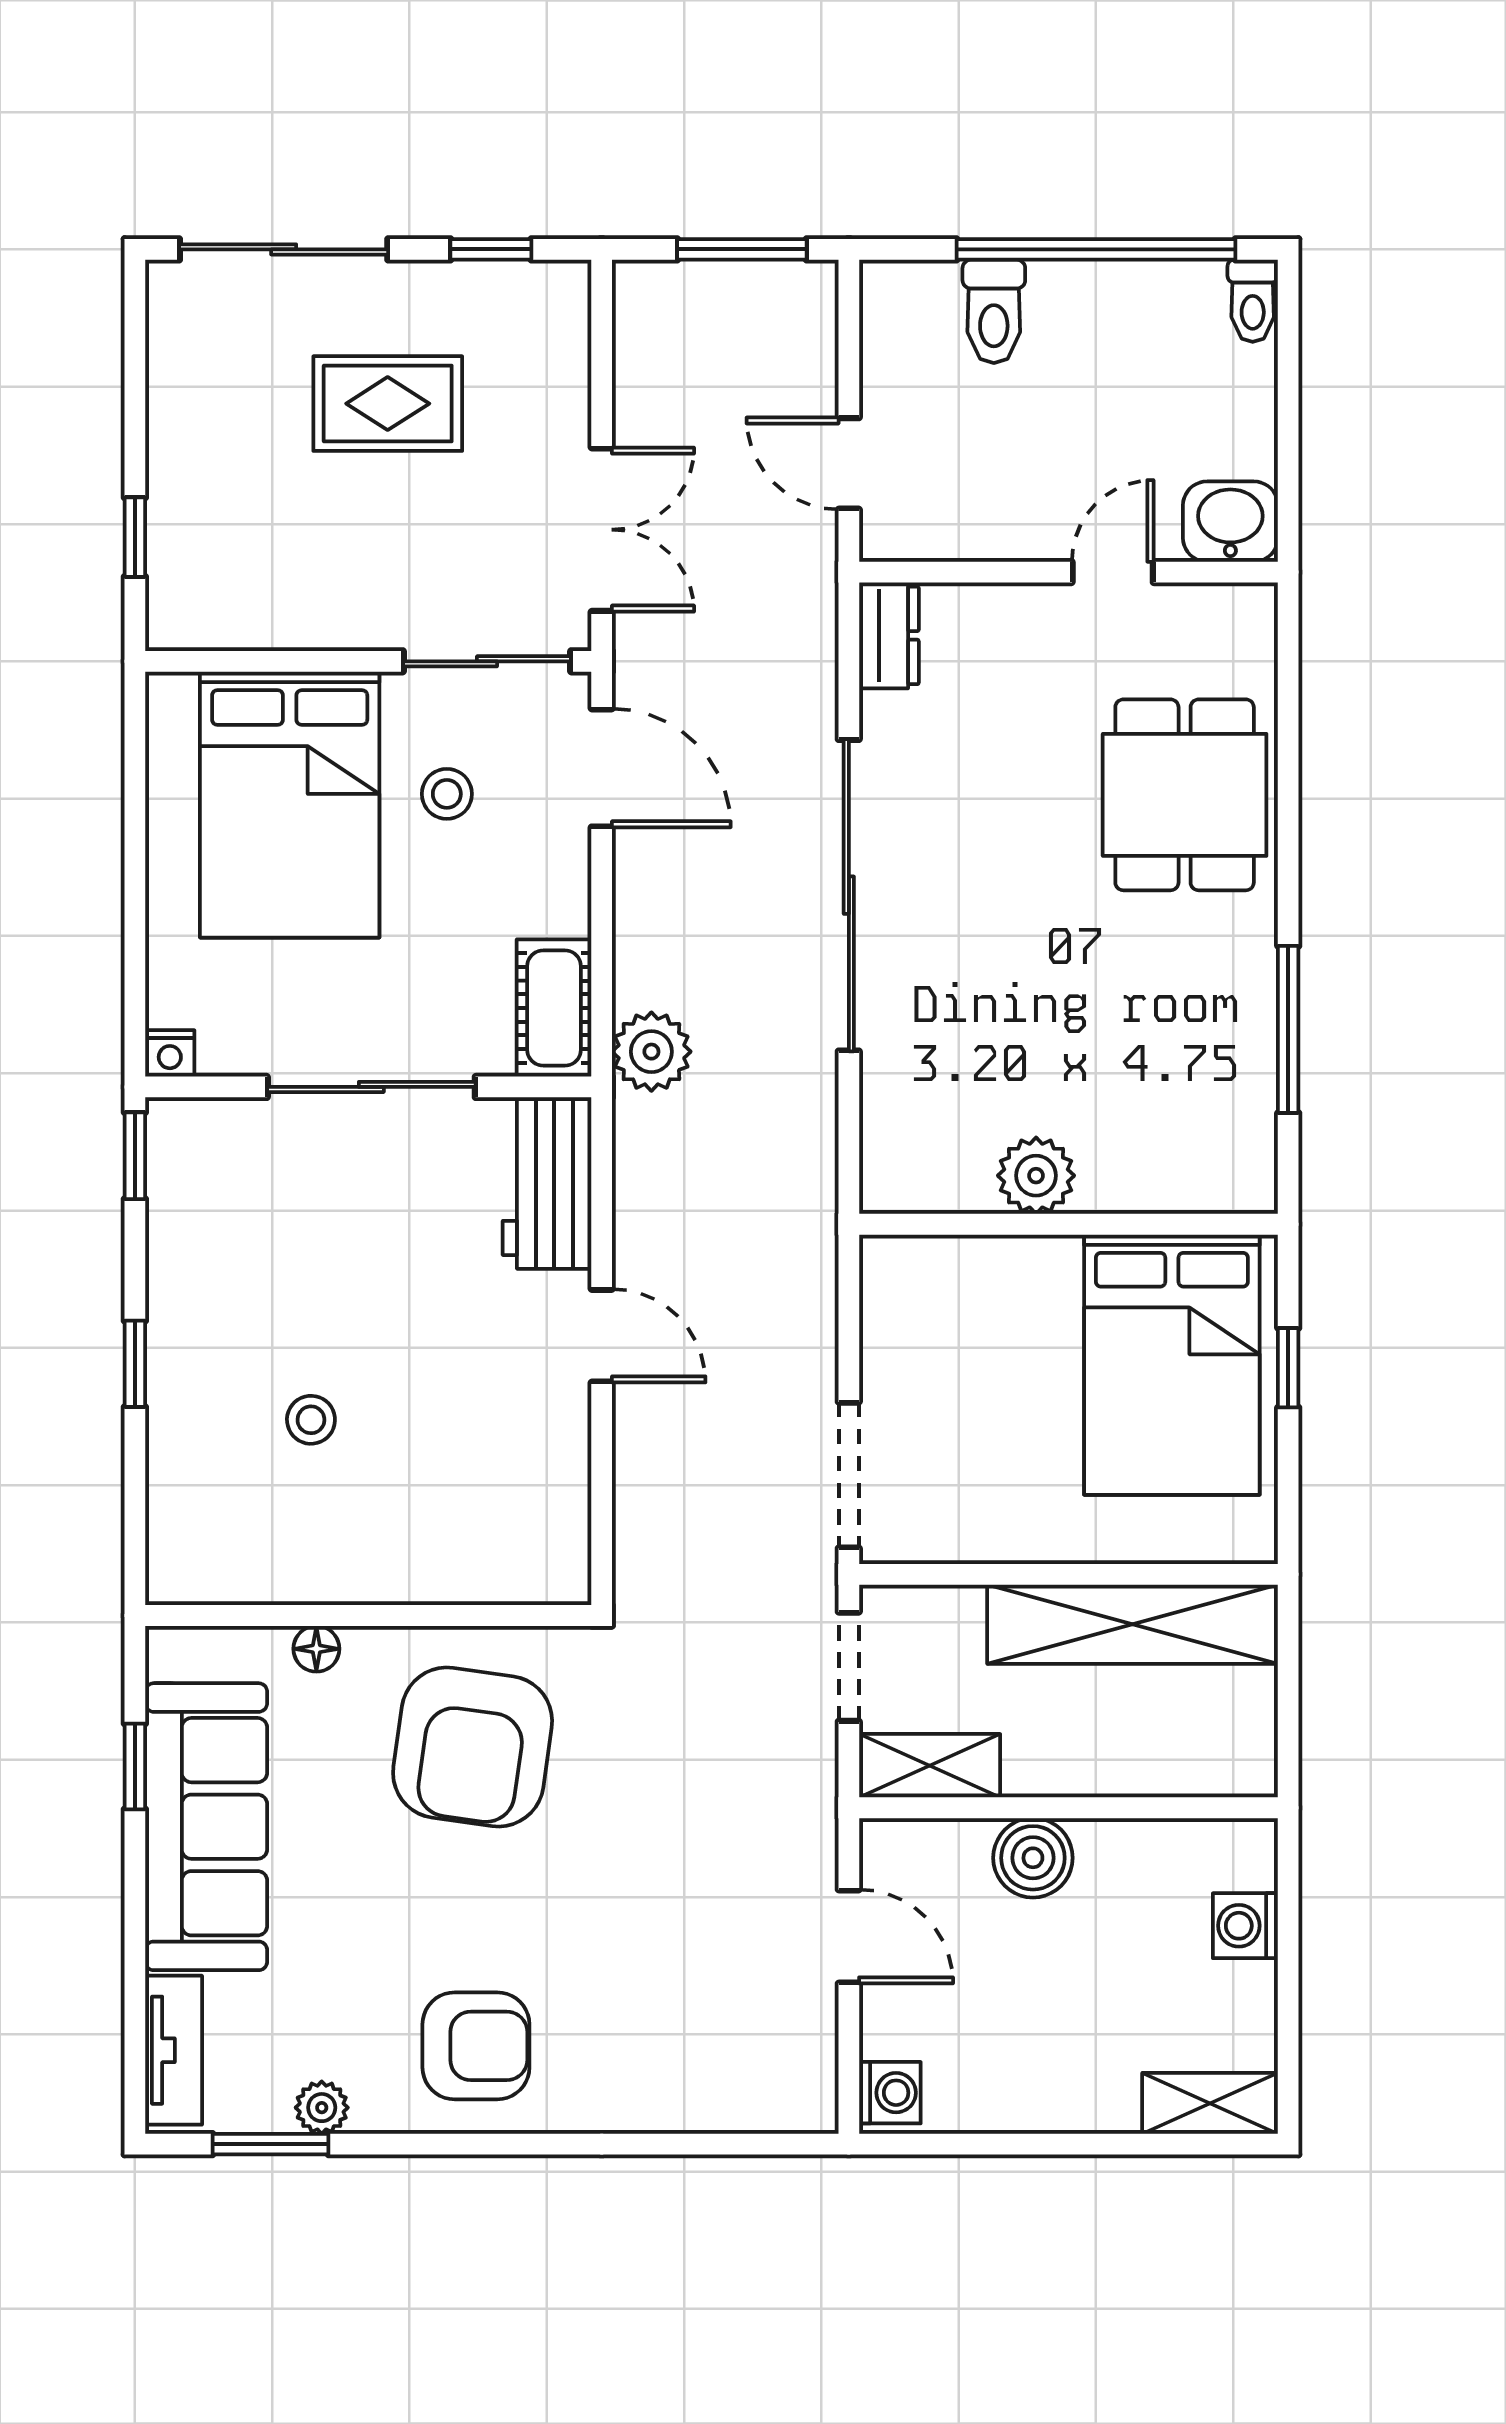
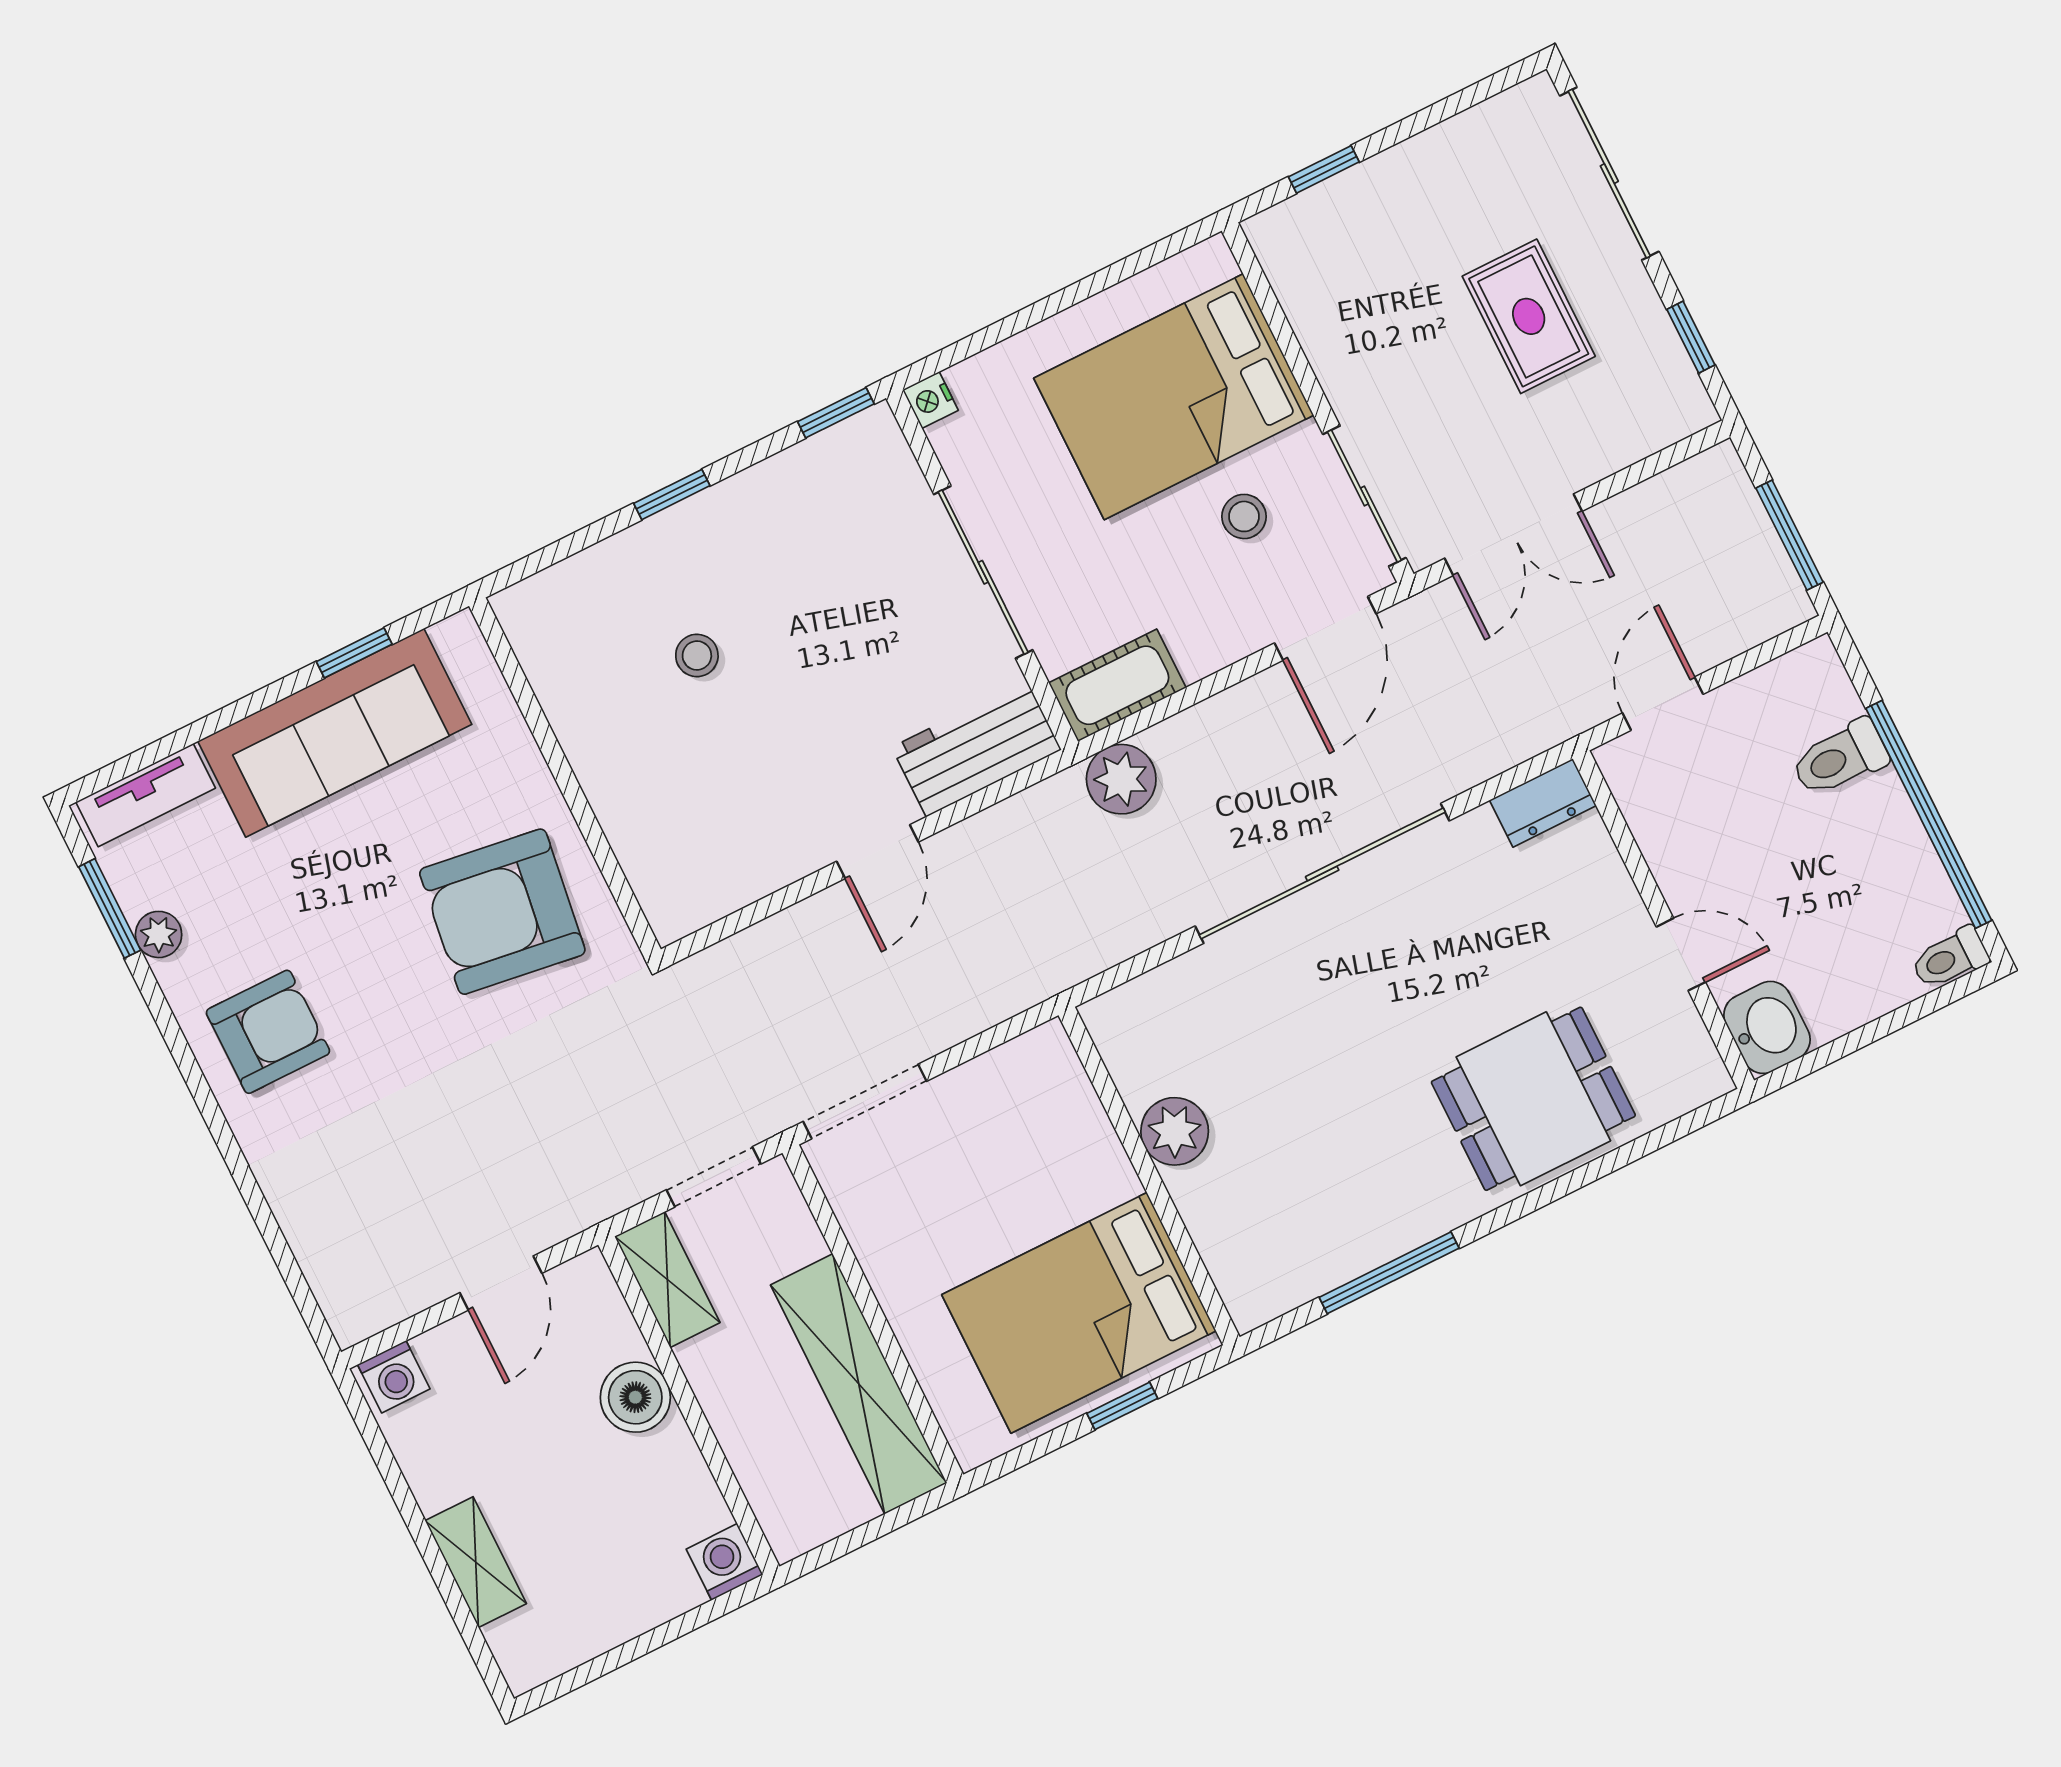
floor lamp: (316, 1649) -> (518, 750), removed
washing machine: (1245, 1926) -> (725, 1562), moved
armchair: (476, 2046) -> (268, 1032), turned -90
shelving: (1210, 2103) -> (476, 1562), moved

